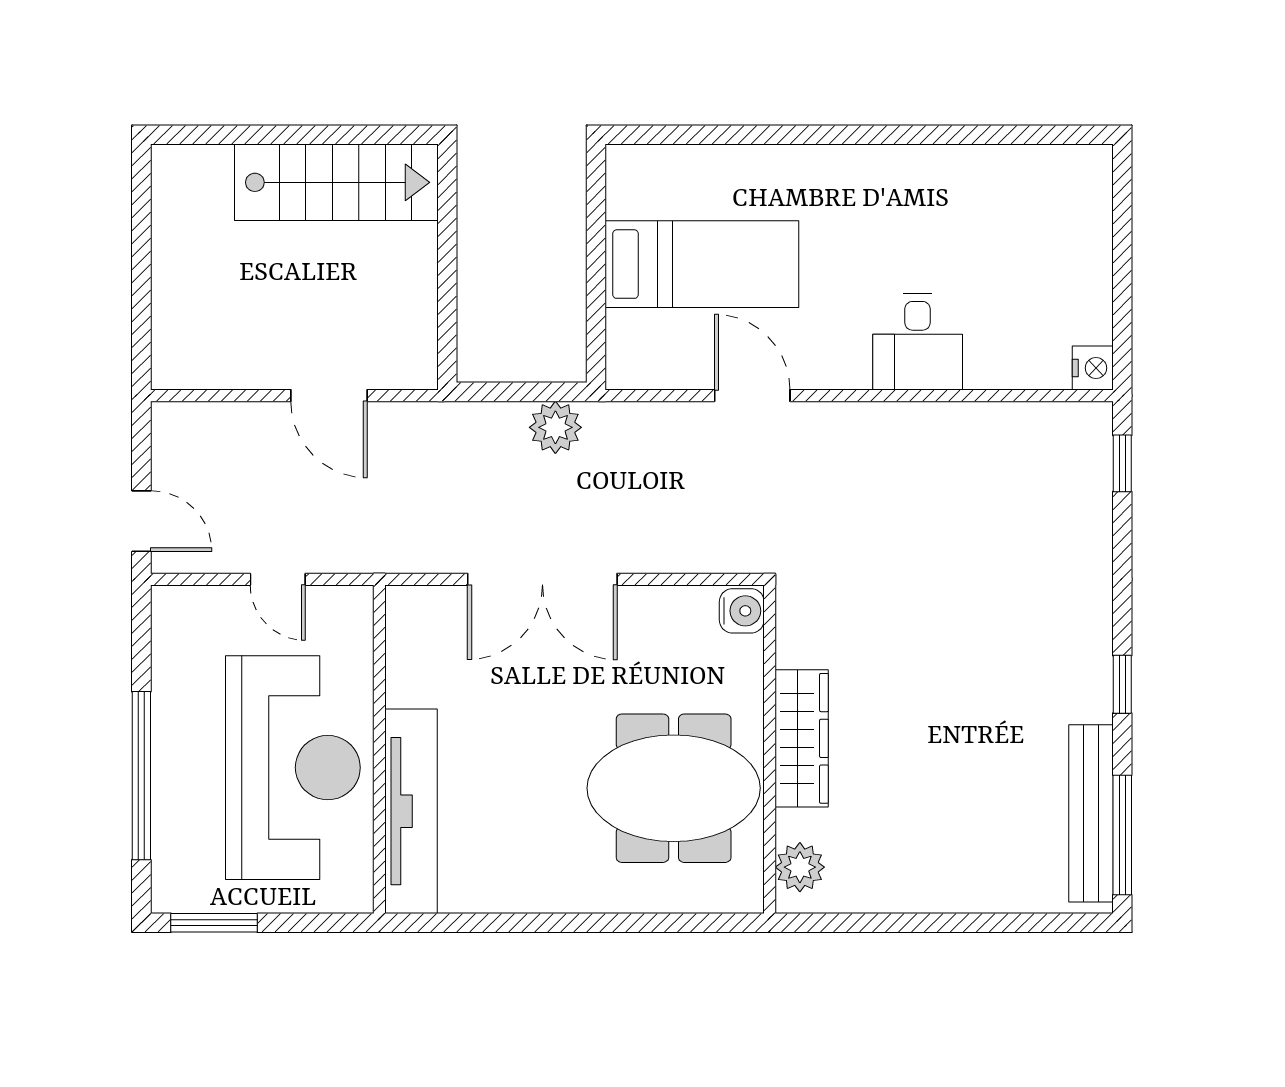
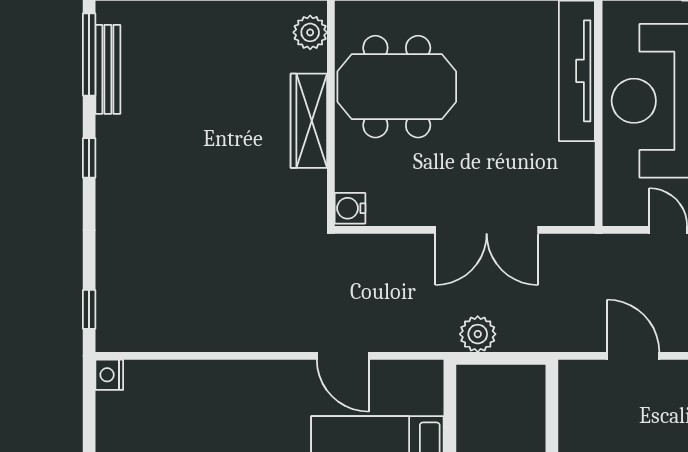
desk: (918, 342) -> (229, 393), removed
double door: (542, 579) -> (487, 230), swing flipped
bench: (1091, 813) -> (108, 69), width x0.73, depth x0.82

